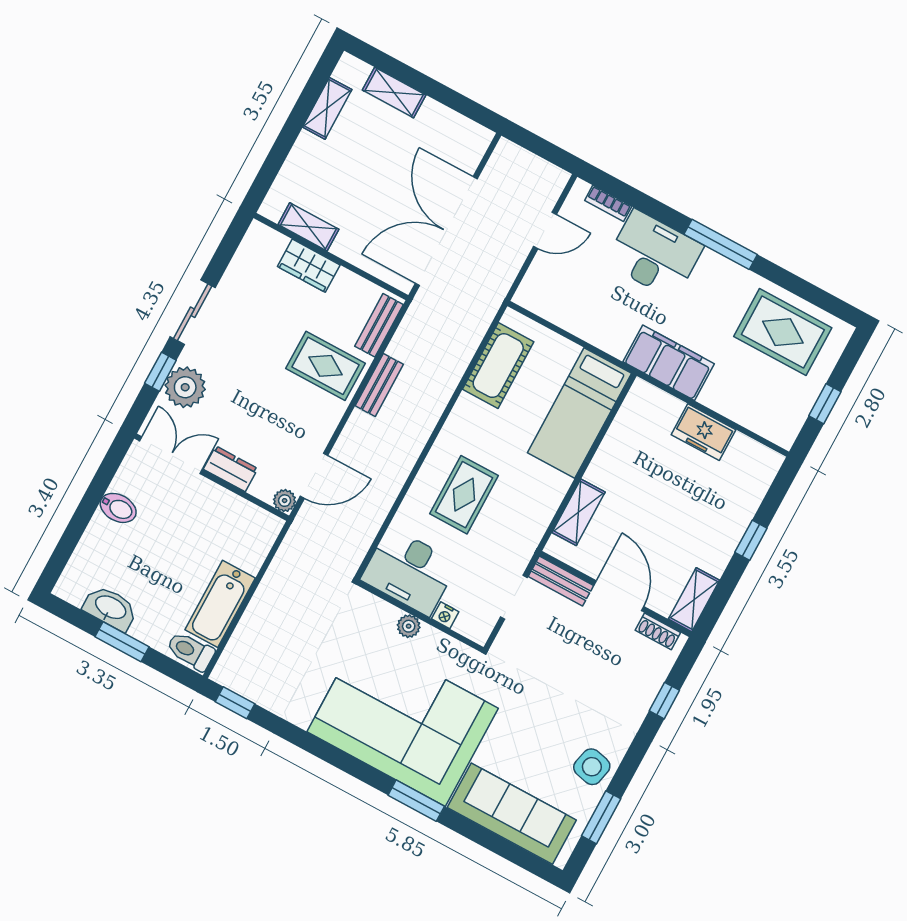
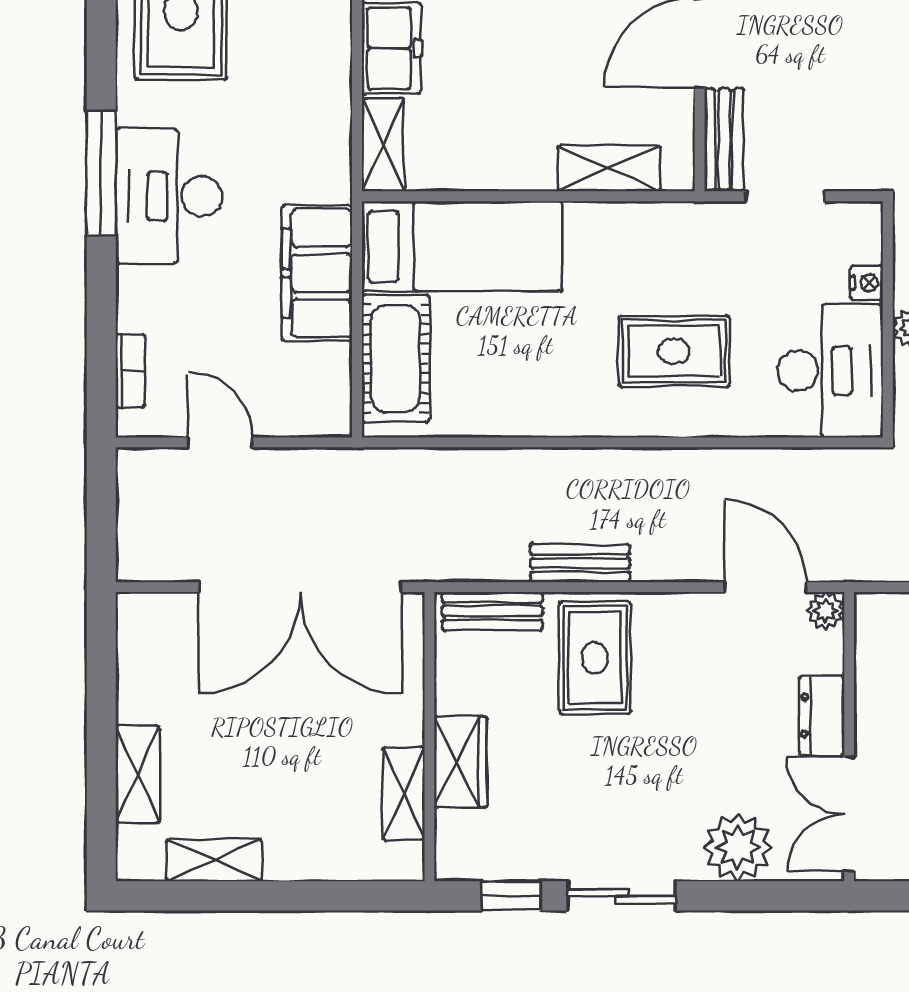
desk: (654, 254) -> (169, 196), moved
filing cabinet: (669, 363) -> (317, 273), moved
cot: (498, 366) -> (396, 359), moved, turned 90
window: (160, 372) -> (511, 896), moved
shelving: (655, 400) -> (383, 145), added

